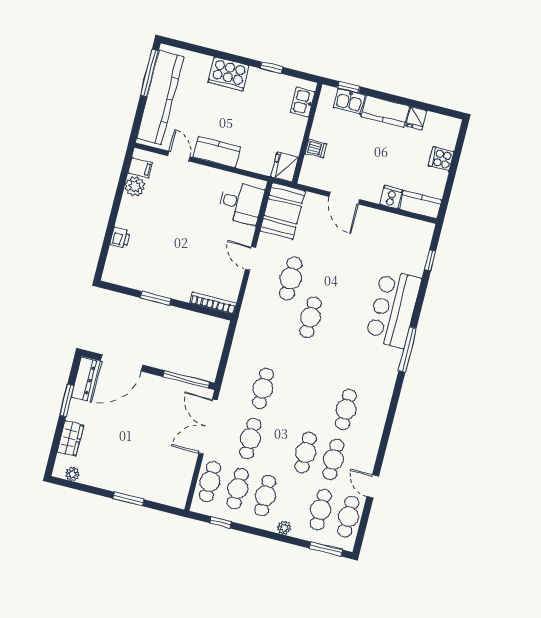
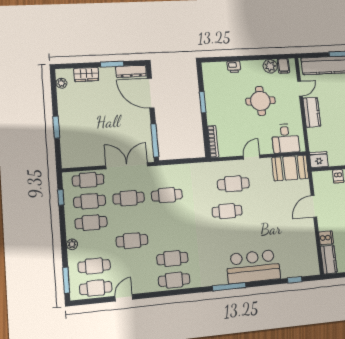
round table: (179, 218) -> (260, 101), added
cafe table: (291, 278) -> (233, 184), moved
cafe table: (333, 460) -> (174, 280), moved

